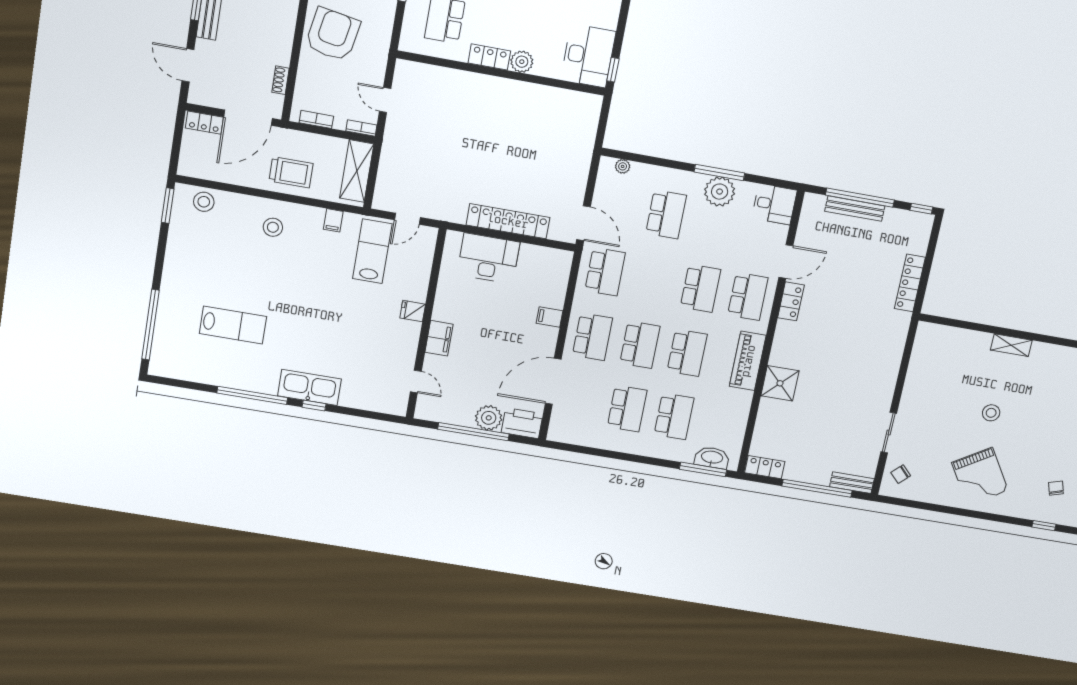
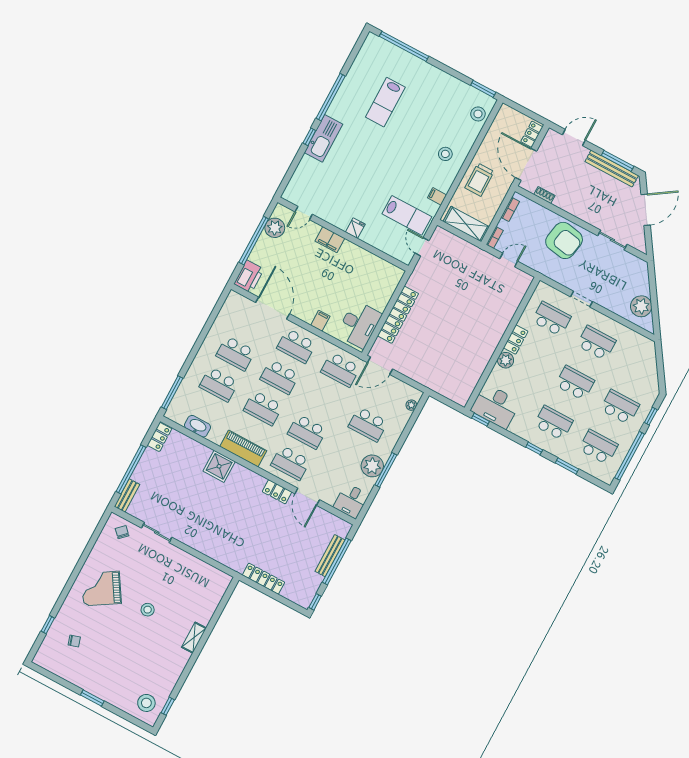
desk: (488, 258) -> (359, 324), moved
plant: (489, 418) -> (275, 228), moved
washbasin: (712, 458) -> (197, 426), moved, turned -90

